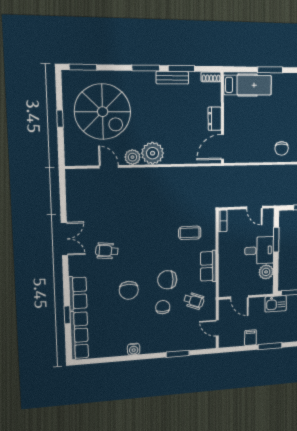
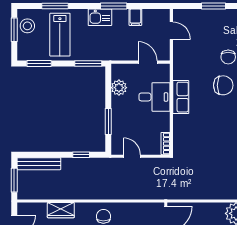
coffee table: (190, 233) -> (200, 133), removed
desk: (259, 250) -> (155, 97), moved, turned 180
wheelchair: (194, 301) -> (196, 62), removed
kitchen sink: (276, 304) -> (100, 17), moved, turned 180

